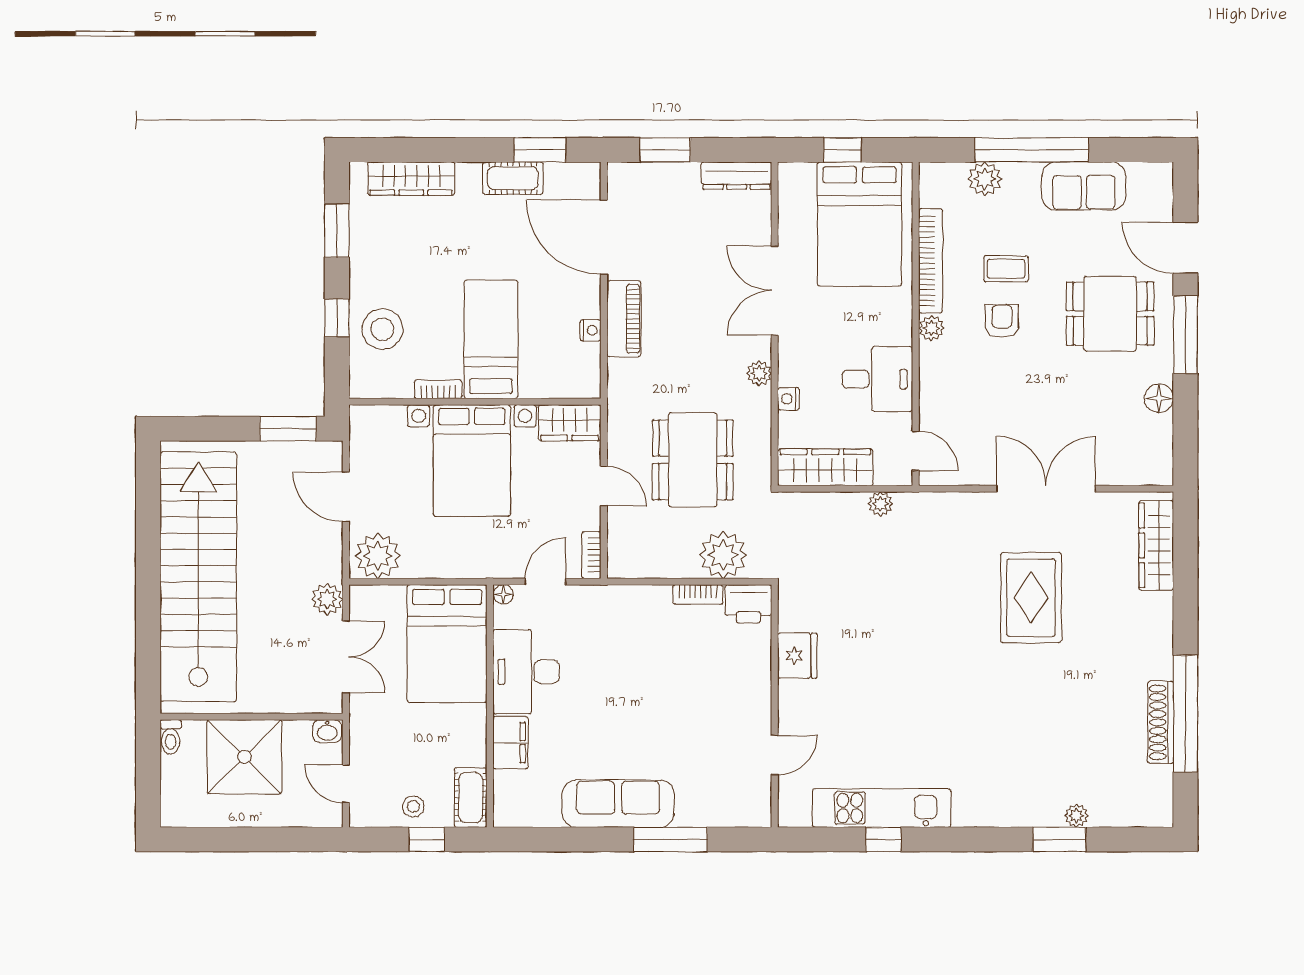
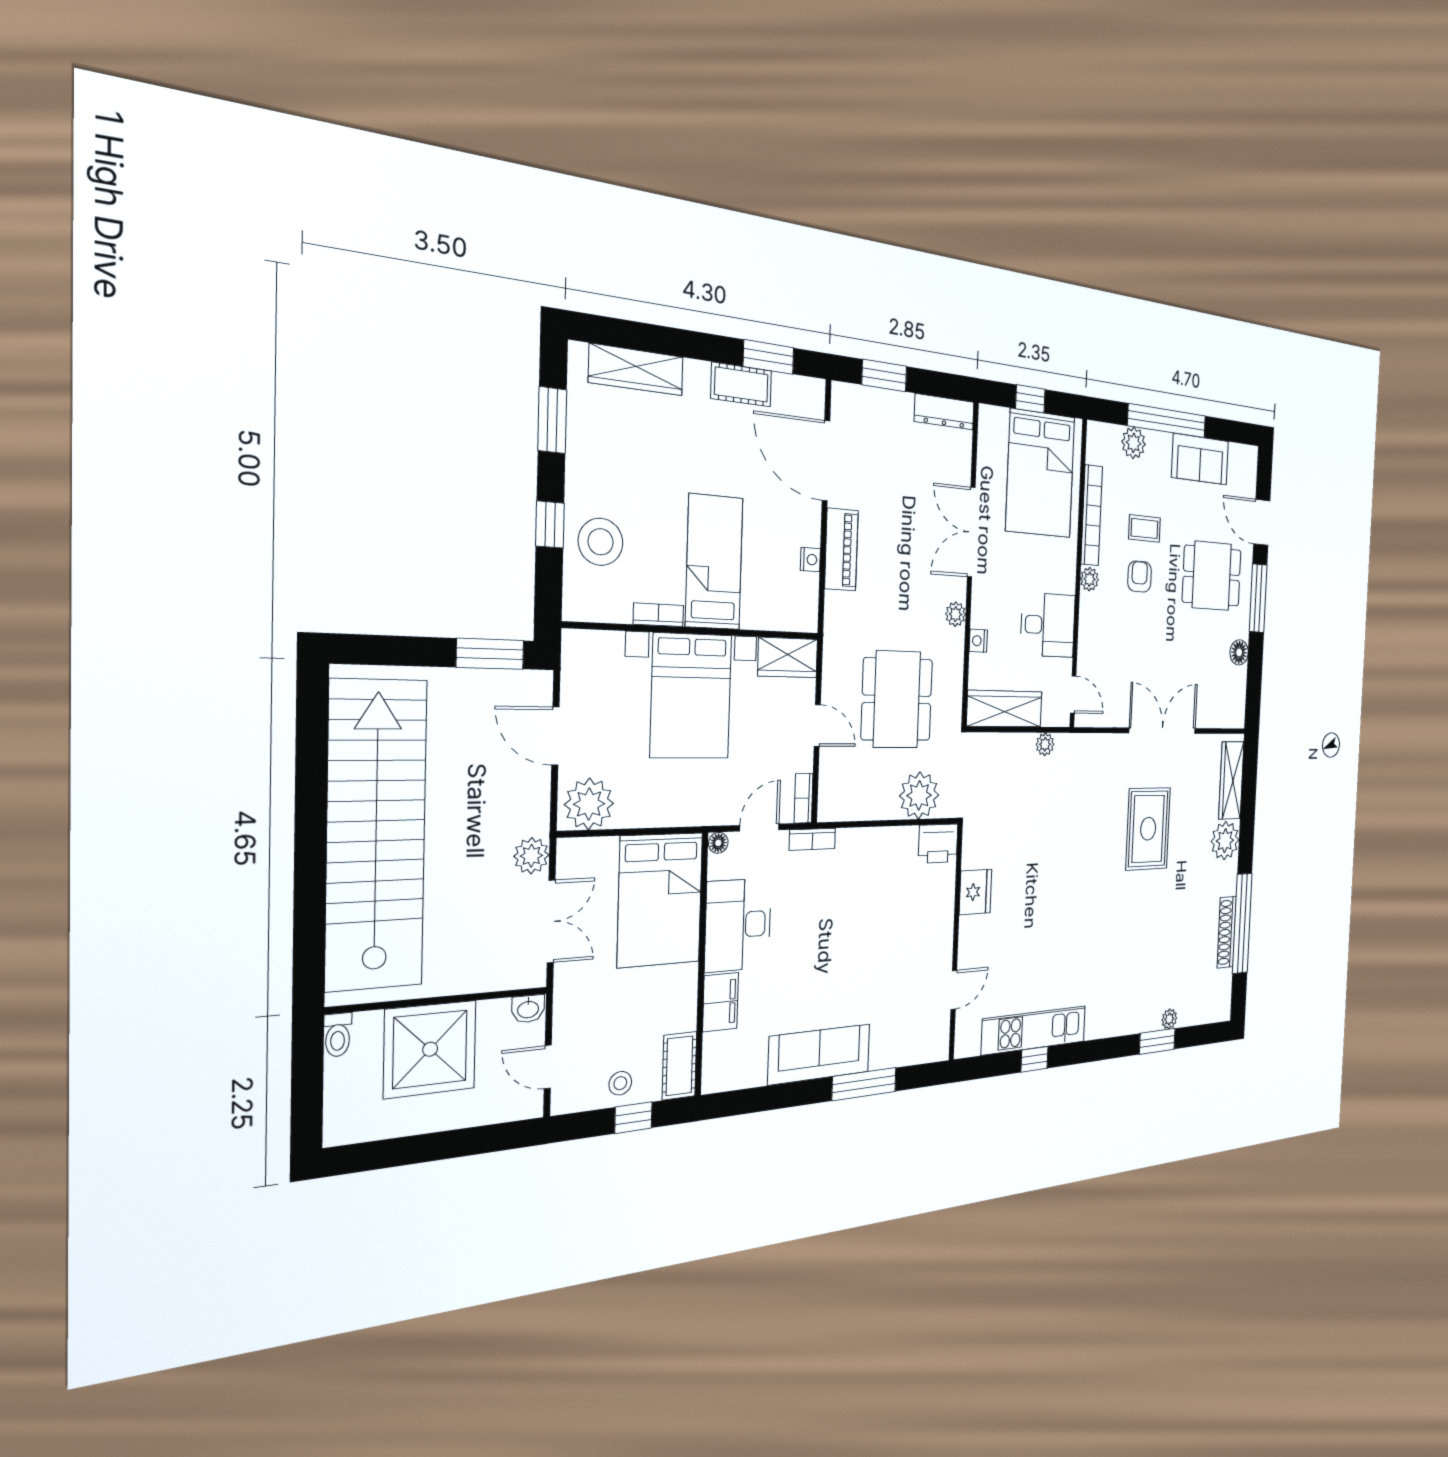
bookcase: (698, 595) -> (812, 839), moved
plant: (1151, 615) -> (1225, 841), added

